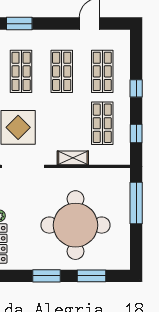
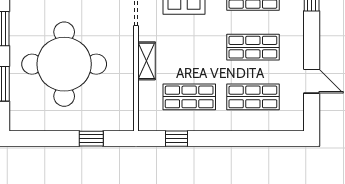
window: (136, 88) -> (232, 139), removed
window: (136, 203) -> (91, 139), width x0.46

